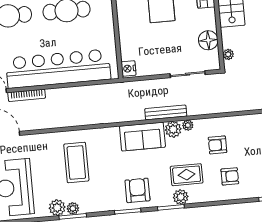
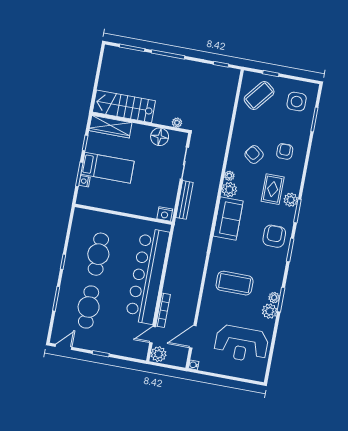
bench: (166, 112) -> (184, 200), moved
armchair: (217, 145) -> (254, 155), turned 127
armchair: (137, 190) -> (274, 236), turned 90

